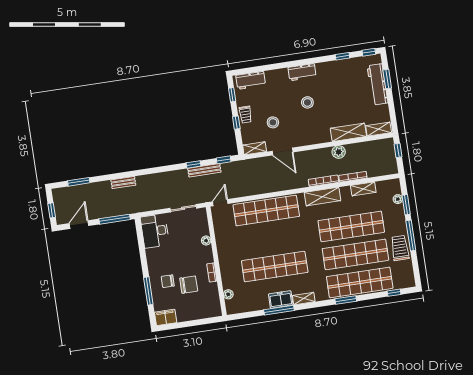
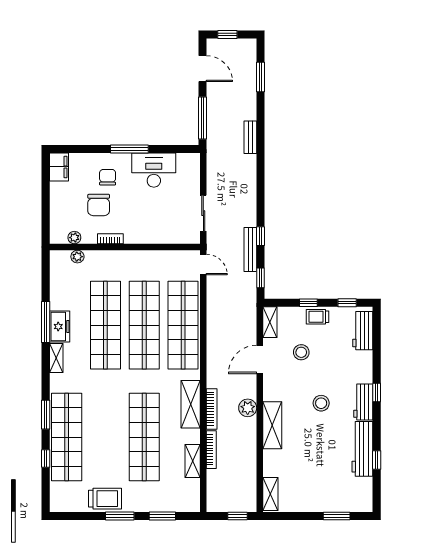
window: (369, 52) -> (377, 393), moved
workbench: (377, 84) -> (362, 449), moved, turned -90
shelving: (348, 132) -> (272, 425), moved
plant: (339, 152) -> (248, 408), moved
plant: (398, 199) -> (172, 506), removed
desk: (155, 231) -> (154, 170), moved
window: (411, 235) -> (120, 516), width x0.69
plant: (206, 241) -> (74, 238), moved
shop shelf: (355, 254) -> (144, 325), moved
window: (148, 291) -> (129, 149), moved
window: (394, 293) -> (46, 458), moved

